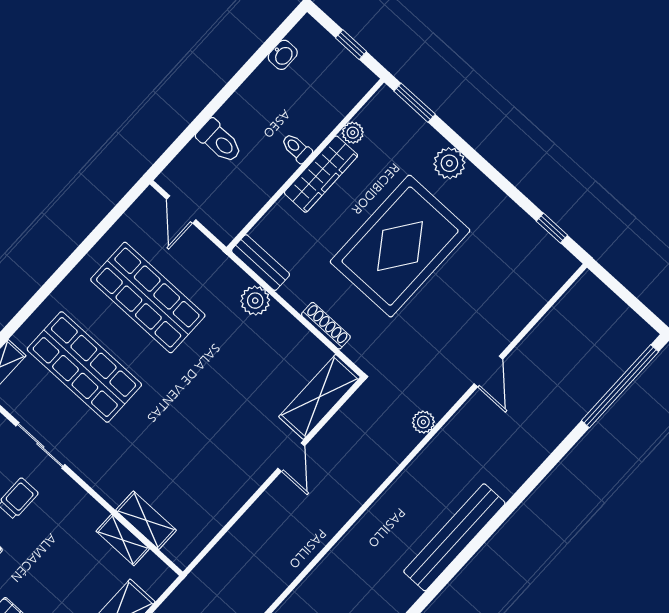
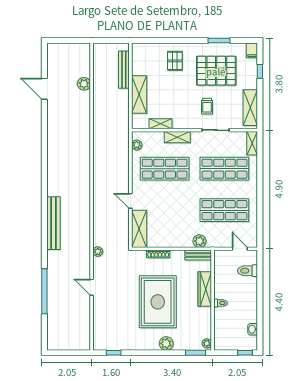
window: (351, 45) -> (245, 353), moved
plant: (353, 133) -> (207, 343), moved
toilet: (220, 141) -> (248, 271), moved
wardrobe: (321, 174) -> (205, 289), moved
plant: (255, 301) -> (199, 241), moved
window: (620, 386) -> (44, 291), moved
shop shelf: (185, 459) -> (165, 169), added
shelving: (146, 520) -> (177, 137), moved
plant: (195, 541) -> (137, 145), added

